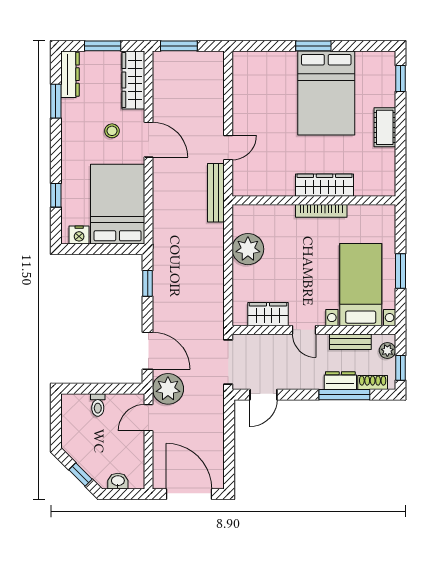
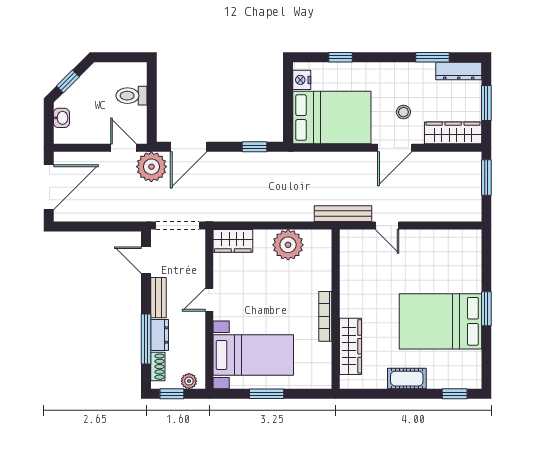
wardrobe: (325, 185) -> (350, 346), moved
wardrobe: (268, 314) -> (233, 241), moved, turned 90
bench: (350, 342) -> (159, 298), moved
toilet: (98, 405) -> (131, 96), width x1.37, depth x1.39

